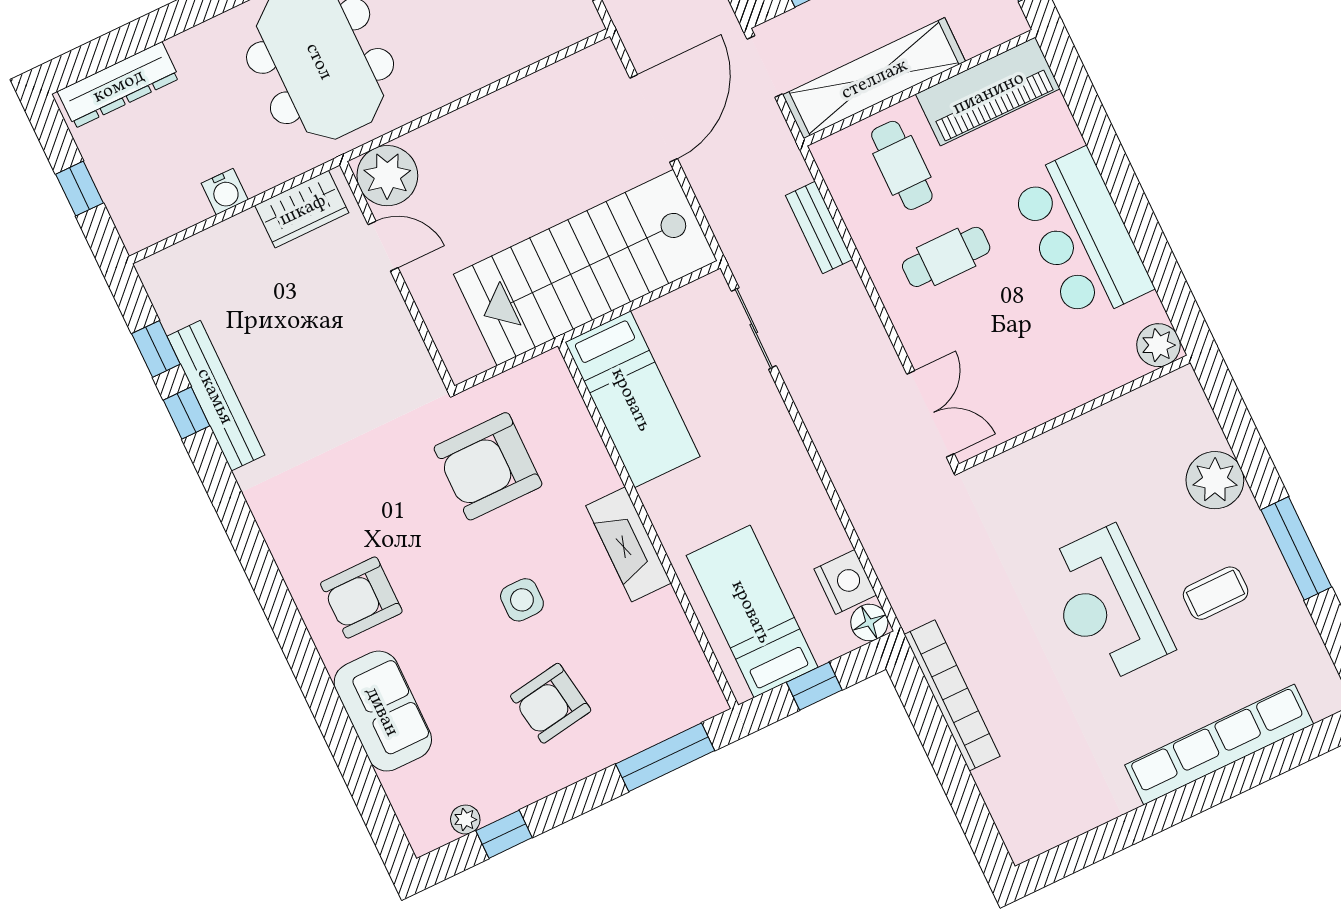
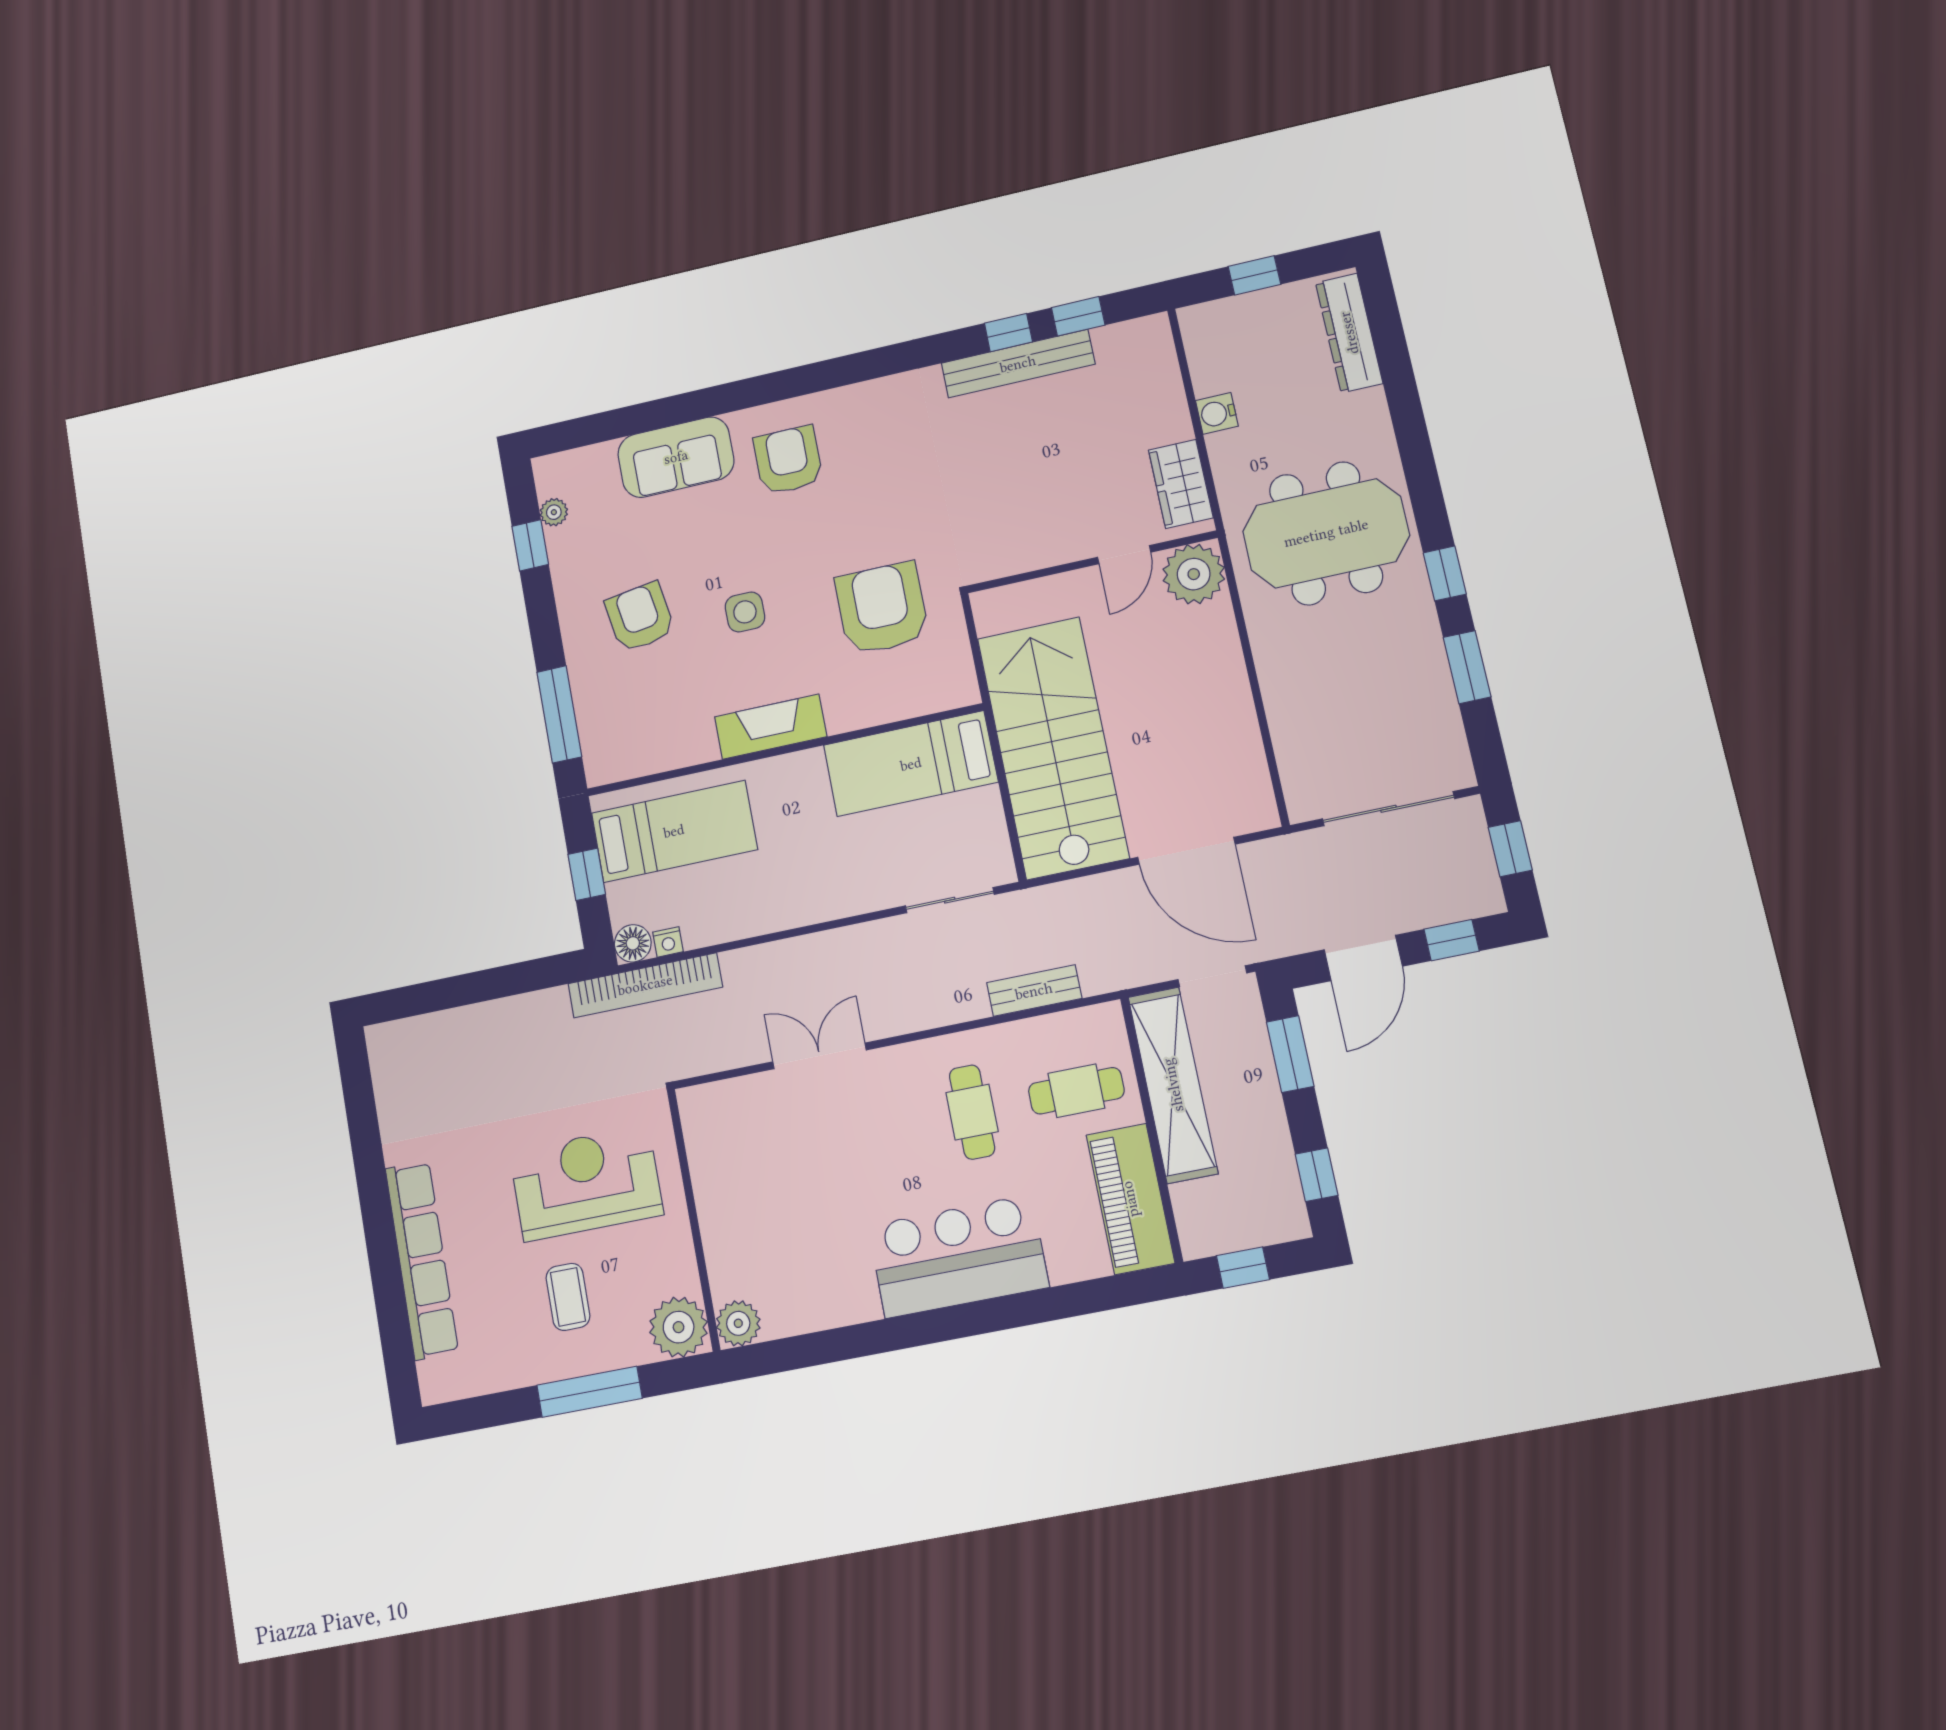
plant: (1158, 345) -> (738, 1323), moved
wall: (1075, 413) -> (693, 1219), moved
double door: (930, 414) -> (819, 1056), swing flipped
nightstand: (845, 582) -> (668, 942), width x0.53, depth x0.56
bookcase: (952, 695) -> (645, 985), moved

